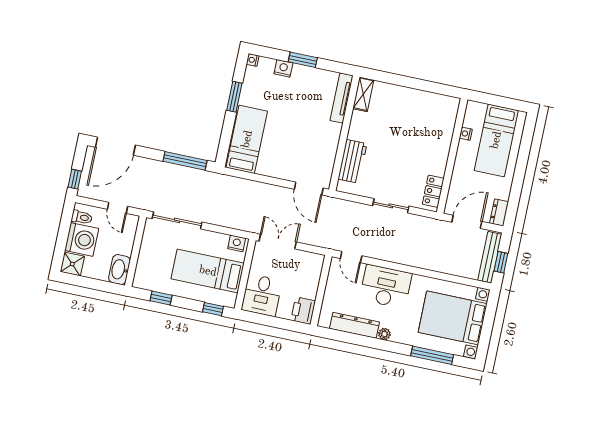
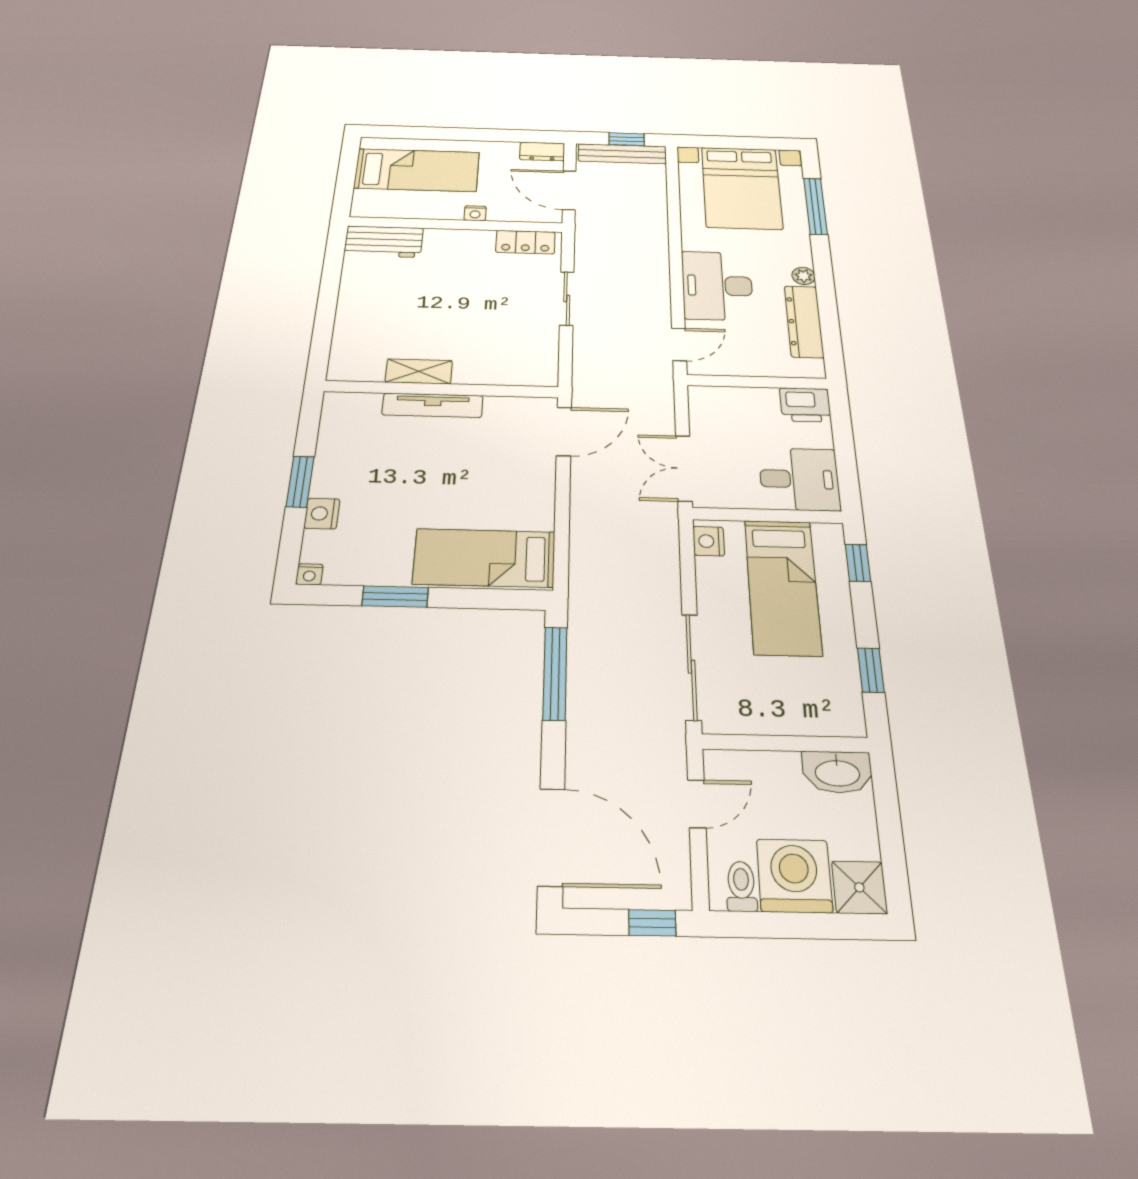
shelving: (363, 94) -> (419, 371), moved
tv unit: (342, 98) -> (433, 405), moved
nightstand: (466, 134) -> (475, 213), moved
workbench: (352, 161) -> (384, 242), moved, turned 180

